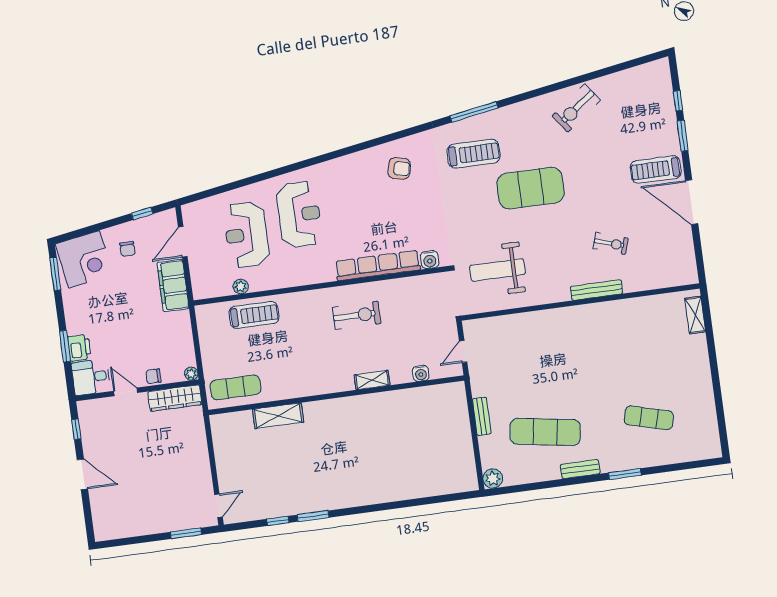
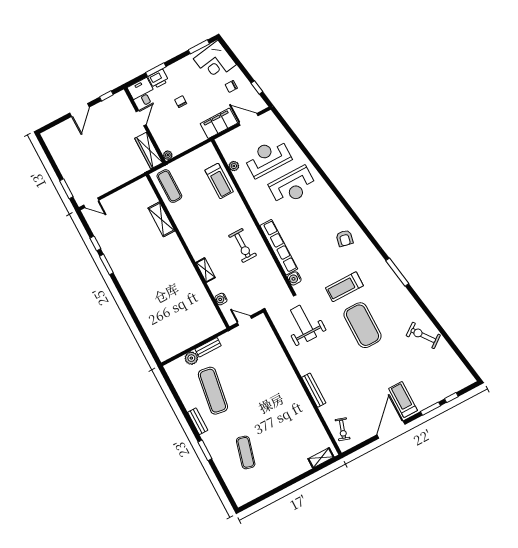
treadmill: (473, 154) -> (344, 287), moved, turned 90
exercise bike: (611, 243) -> (343, 429), moved
chair: (153, 376) -> (181, 102), moved
plant: (493, 479) -> (191, 358), moved

